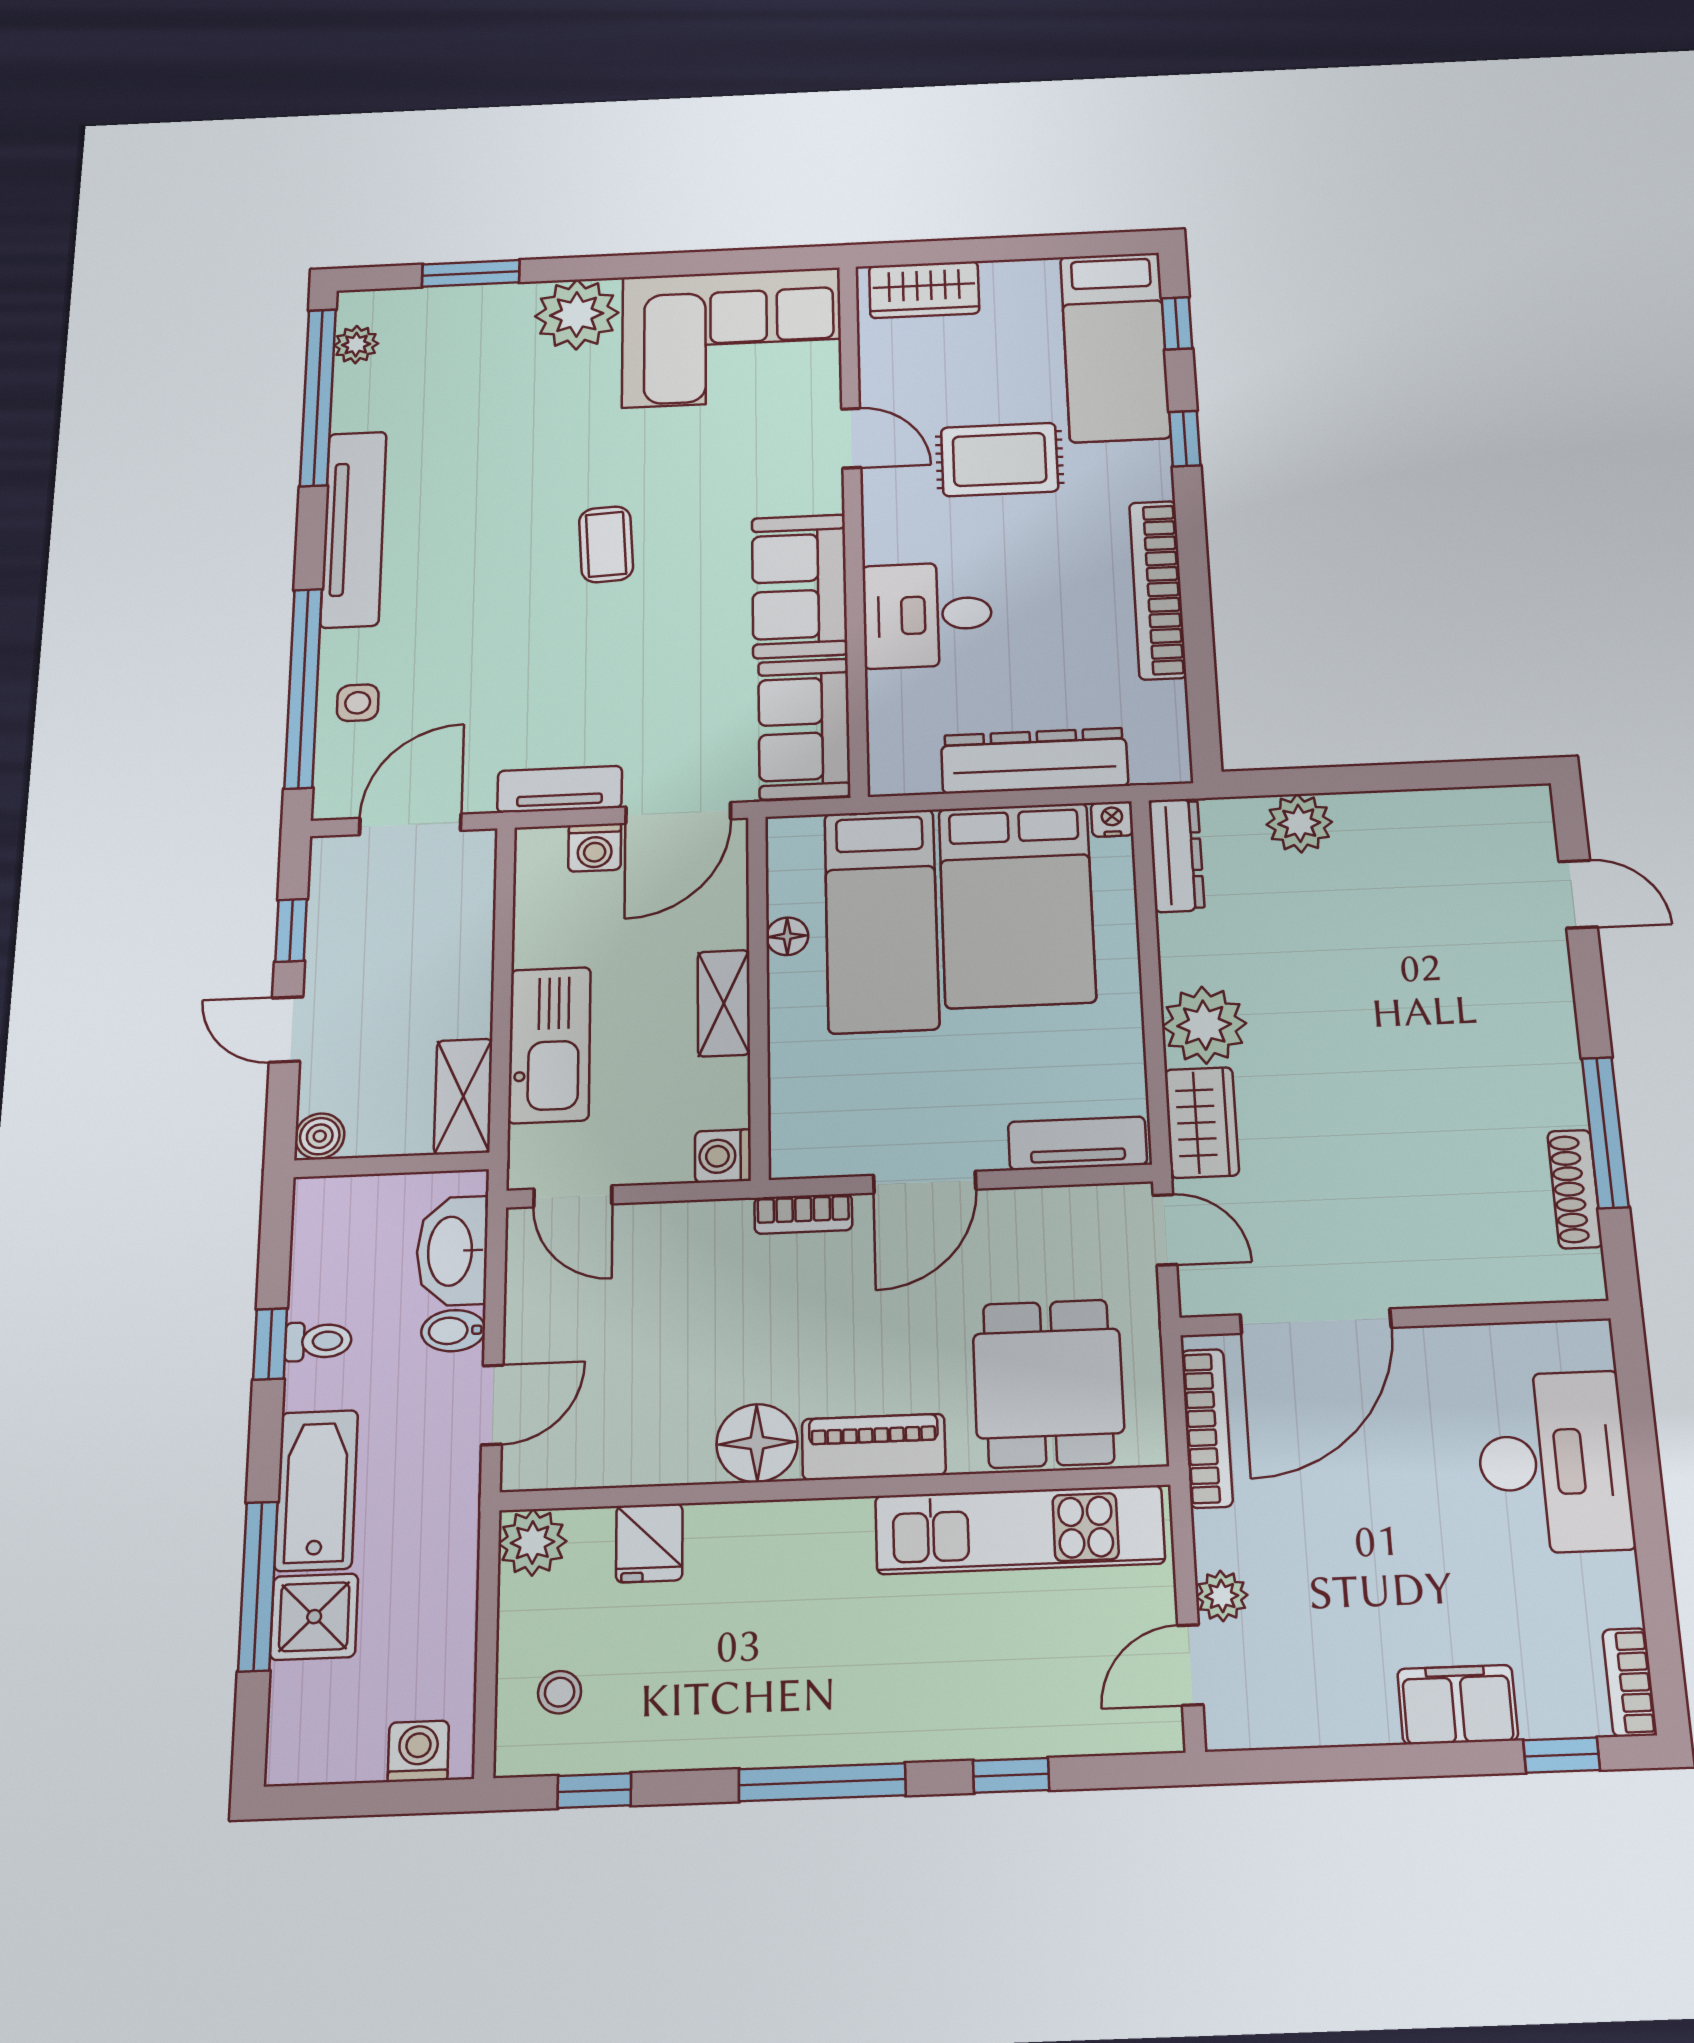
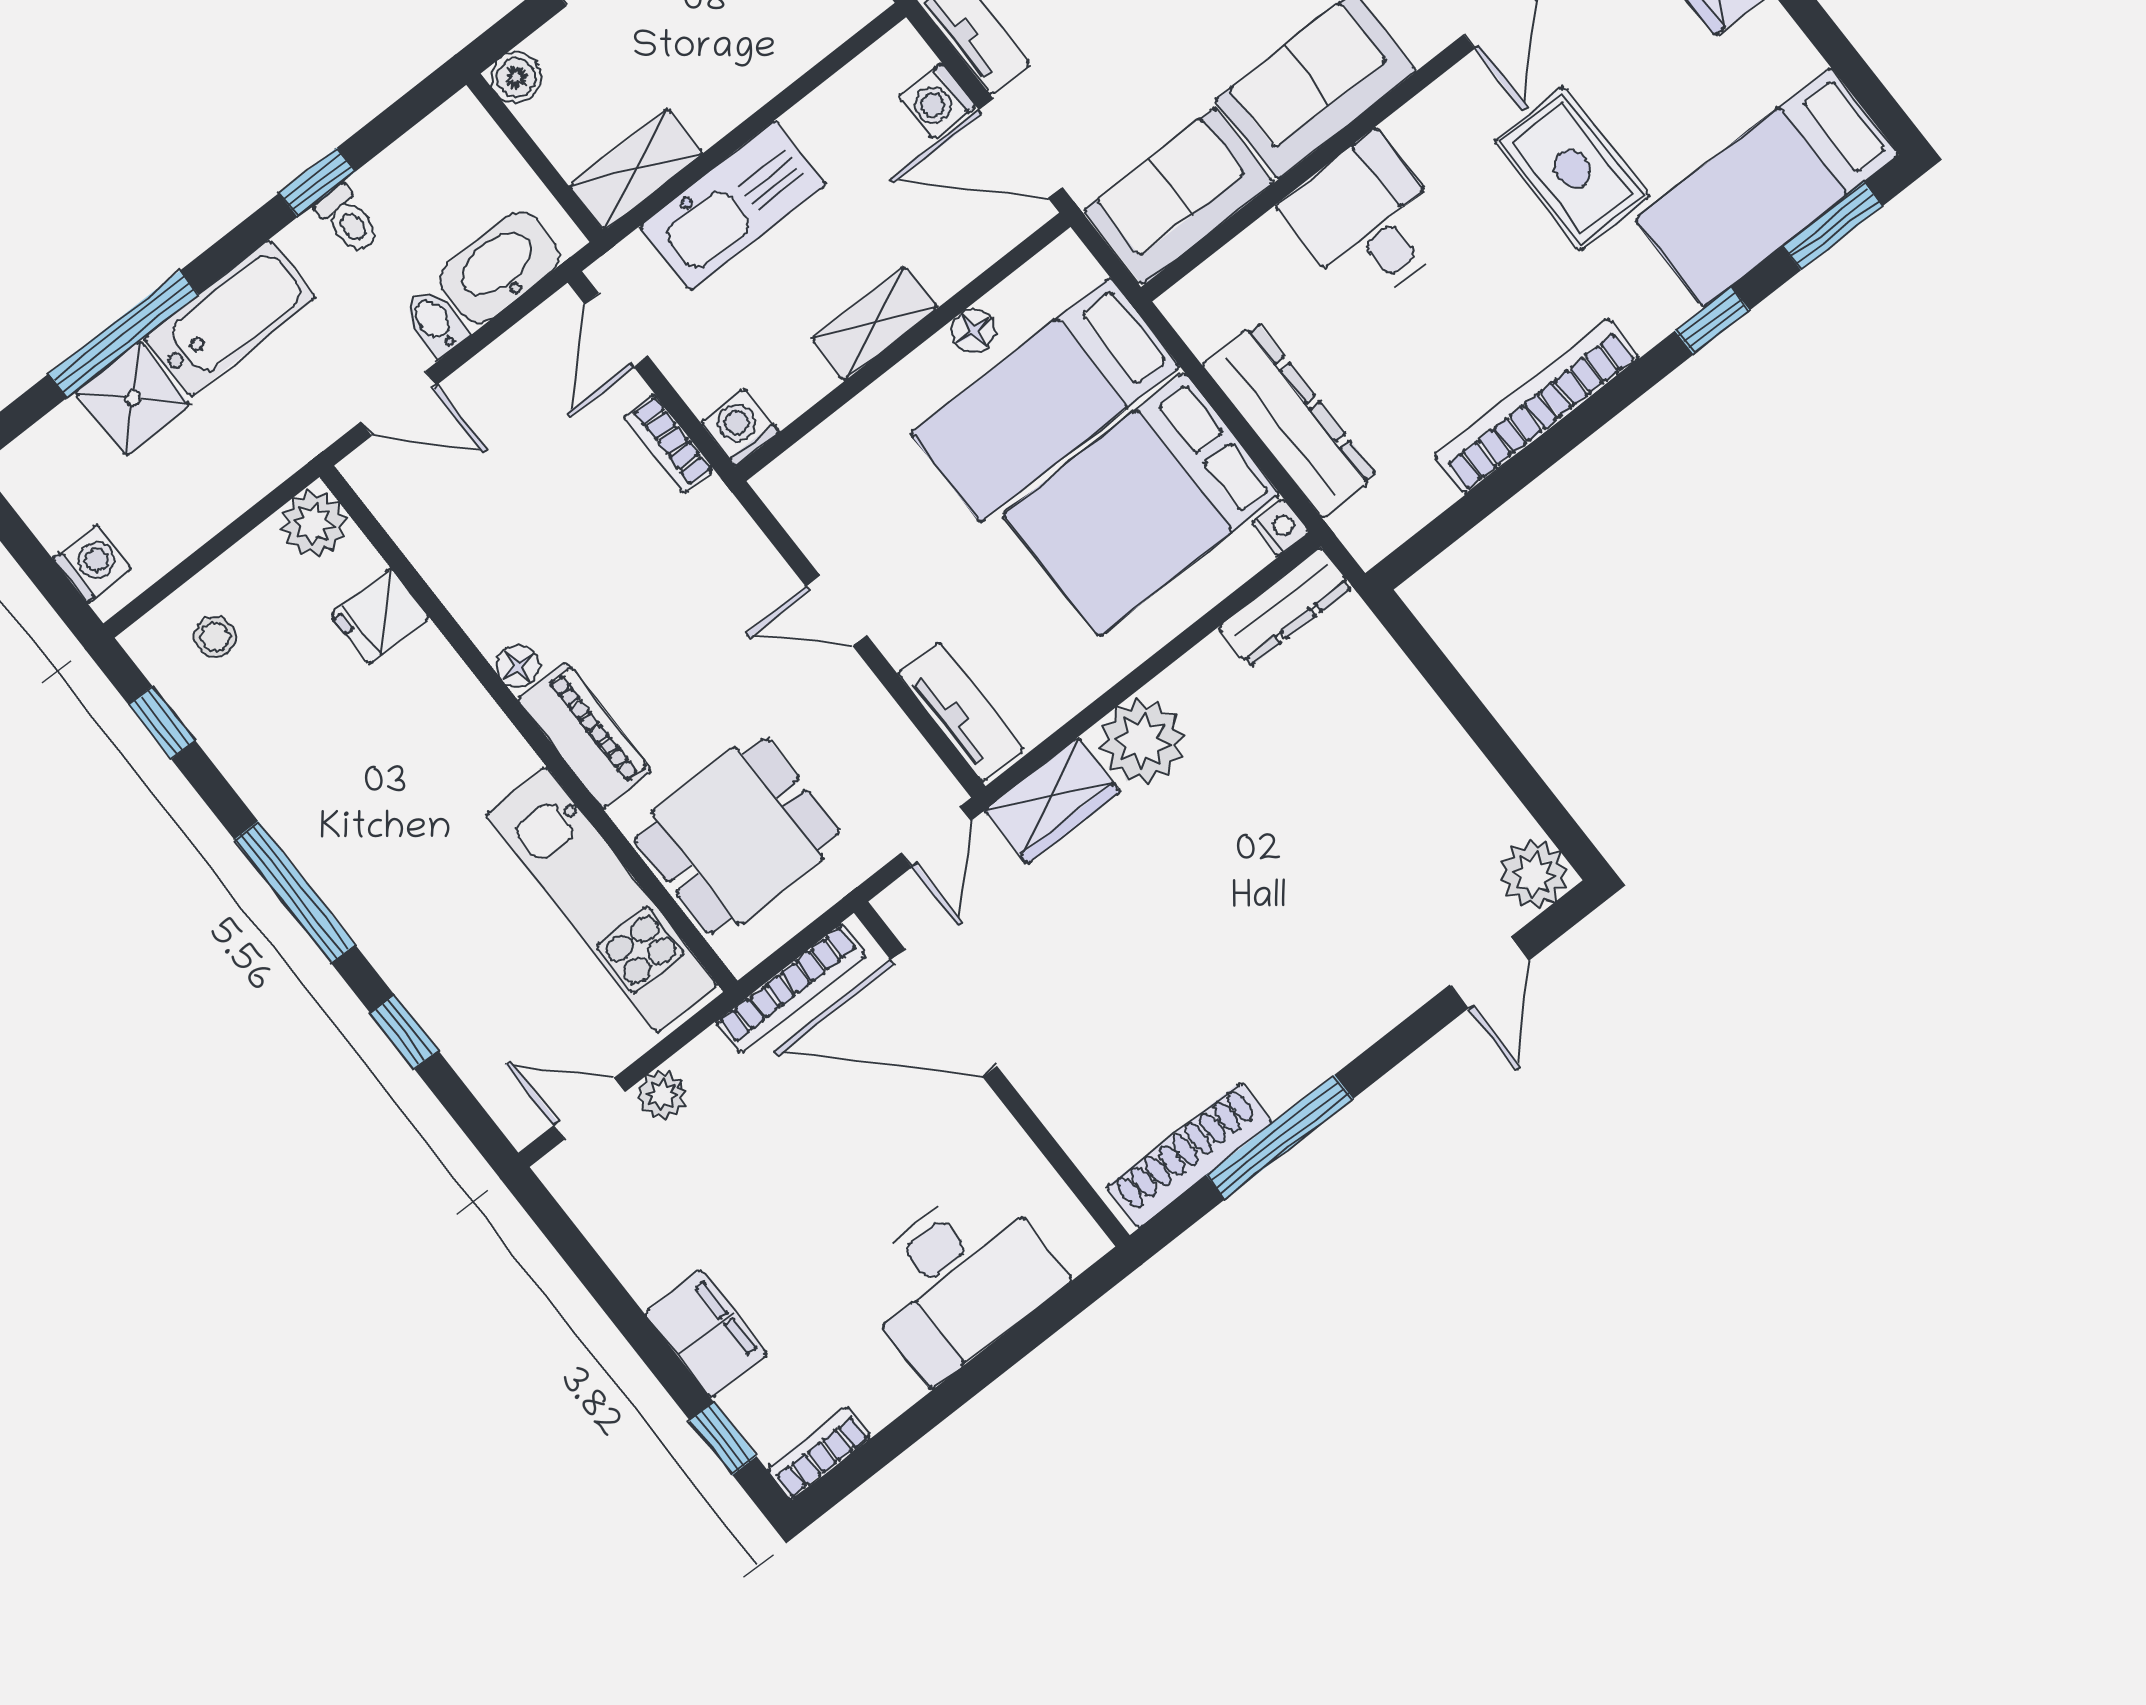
window: (1177, 323) -> (1833, 226), width x1.50
plant: (1299, 823) -> (1534, 874), moved
door: (925, 1182) -> (836, 611), width x0.73
shoe rack: (1575, 1189) -> (1189, 1155), width x1.36, depth x1.24
bookcase: (803, 1214) -> (669, 444), moved
floor lamp: (757, 1443) -> (518, 666), width x0.53, depth x0.53

